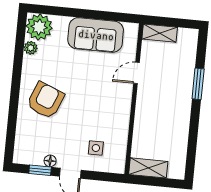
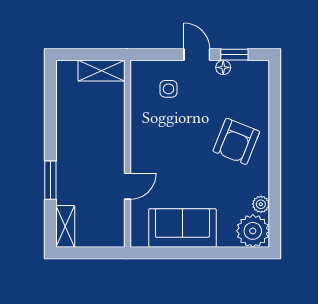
shelving: (160, 33) -> (65, 226), moved, turned 90

